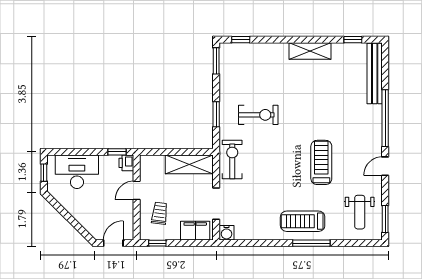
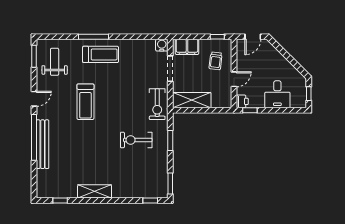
bench: (375, 74) -> (43, 144), moved
desk: (77, 172) -> (277, 94), width x0.73

